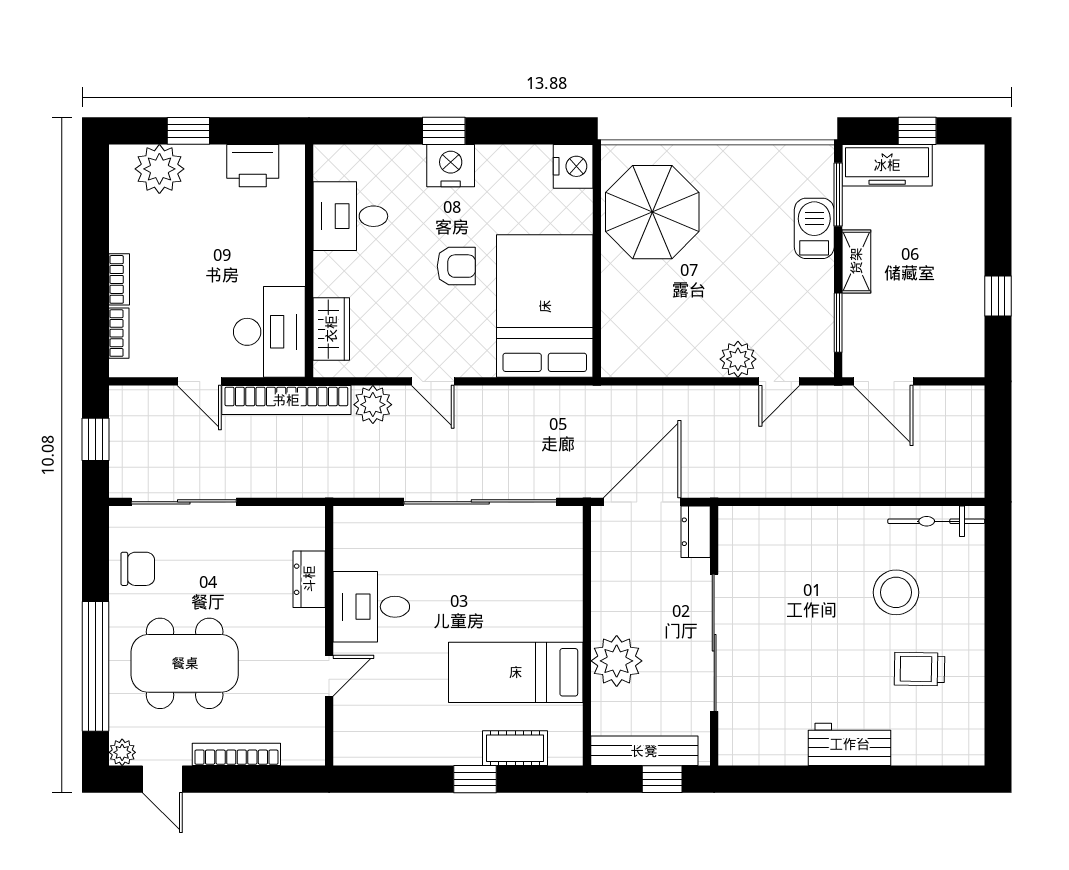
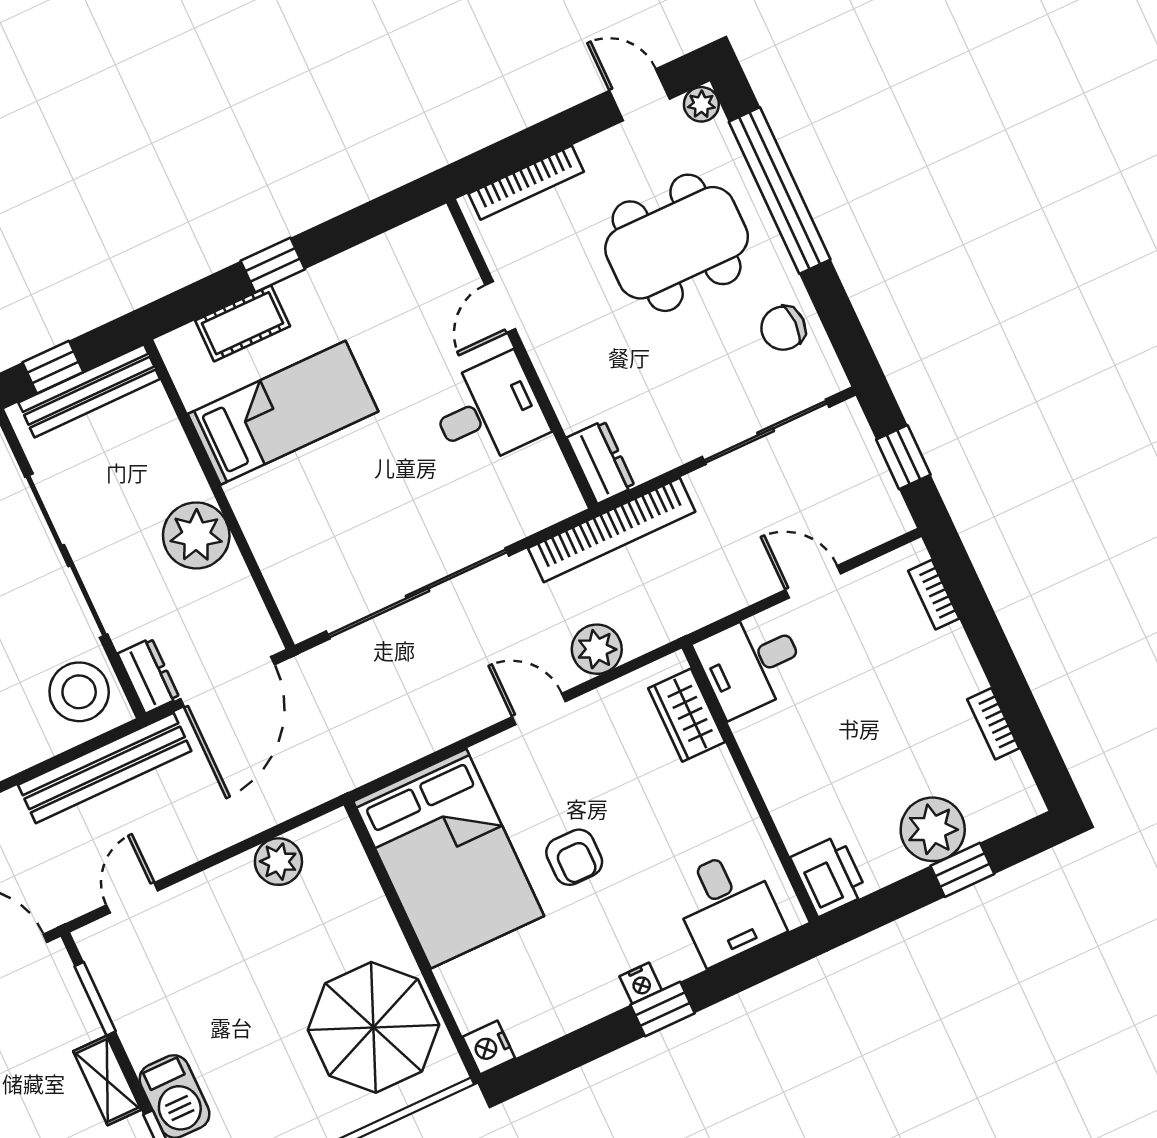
printer: (253, 166) -> (829, 876), moved, turned 90
nightstand: (451, 166) -> (641, 983), width x0.53, depth x0.56
nightstand: (573, 166) -> (489, 1048), width x0.74, depth x0.75
plant: (159, 169) -> (933, 829), moved
desk: (350, 216) -> (727, 907), moved, turned 90
armchair: (456, 266) -> (574, 857), turned -90
bookcase: (119, 279) -> (993, 724), moved
desk: (269, 332) -> (751, 664), width x0.73
plant: (738, 359) -> (278, 862), moved
bookcase: (286, 400) -> (612, 530), moved, turned 180
bench: (756, 481) -> (105, 768), added
stool: (749, 543) -> (79, 692), added
dresser: (309, 579) -> (601, 462), moved
plant: (617, 661) -> (196, 535), moved
bookcase: (236, 754) -> (526, 183), moved

